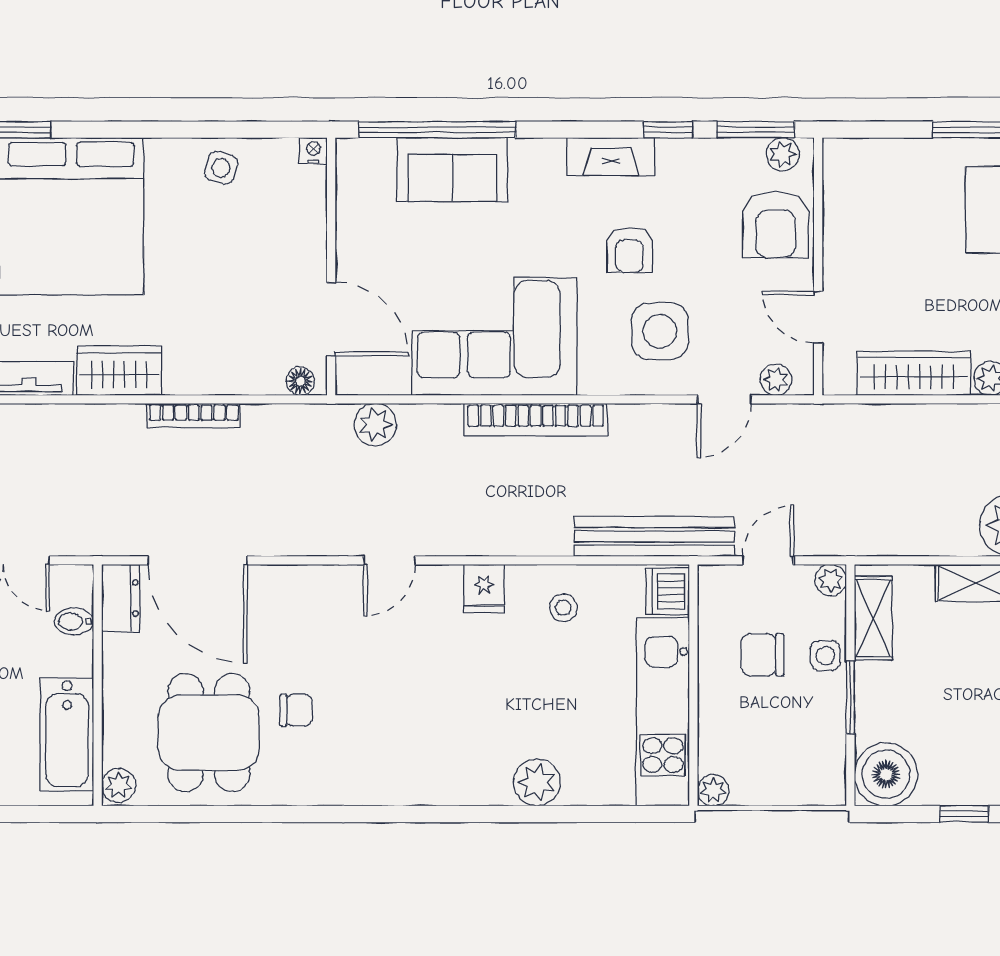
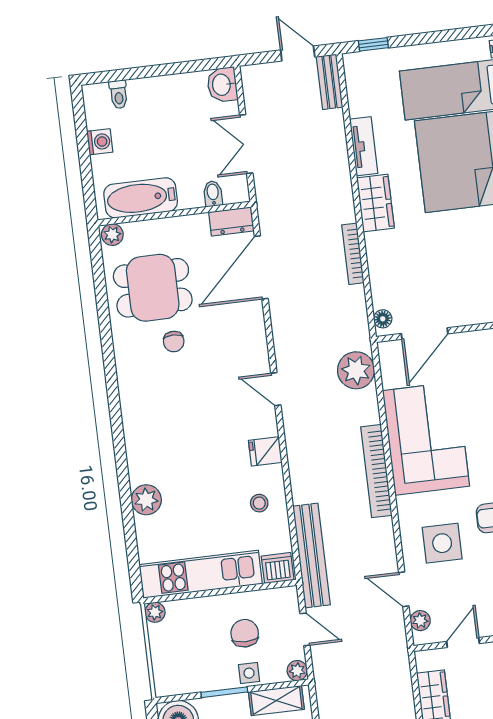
plant: (375, 425) -> (356, 370), width x1.36, depth x1.36

